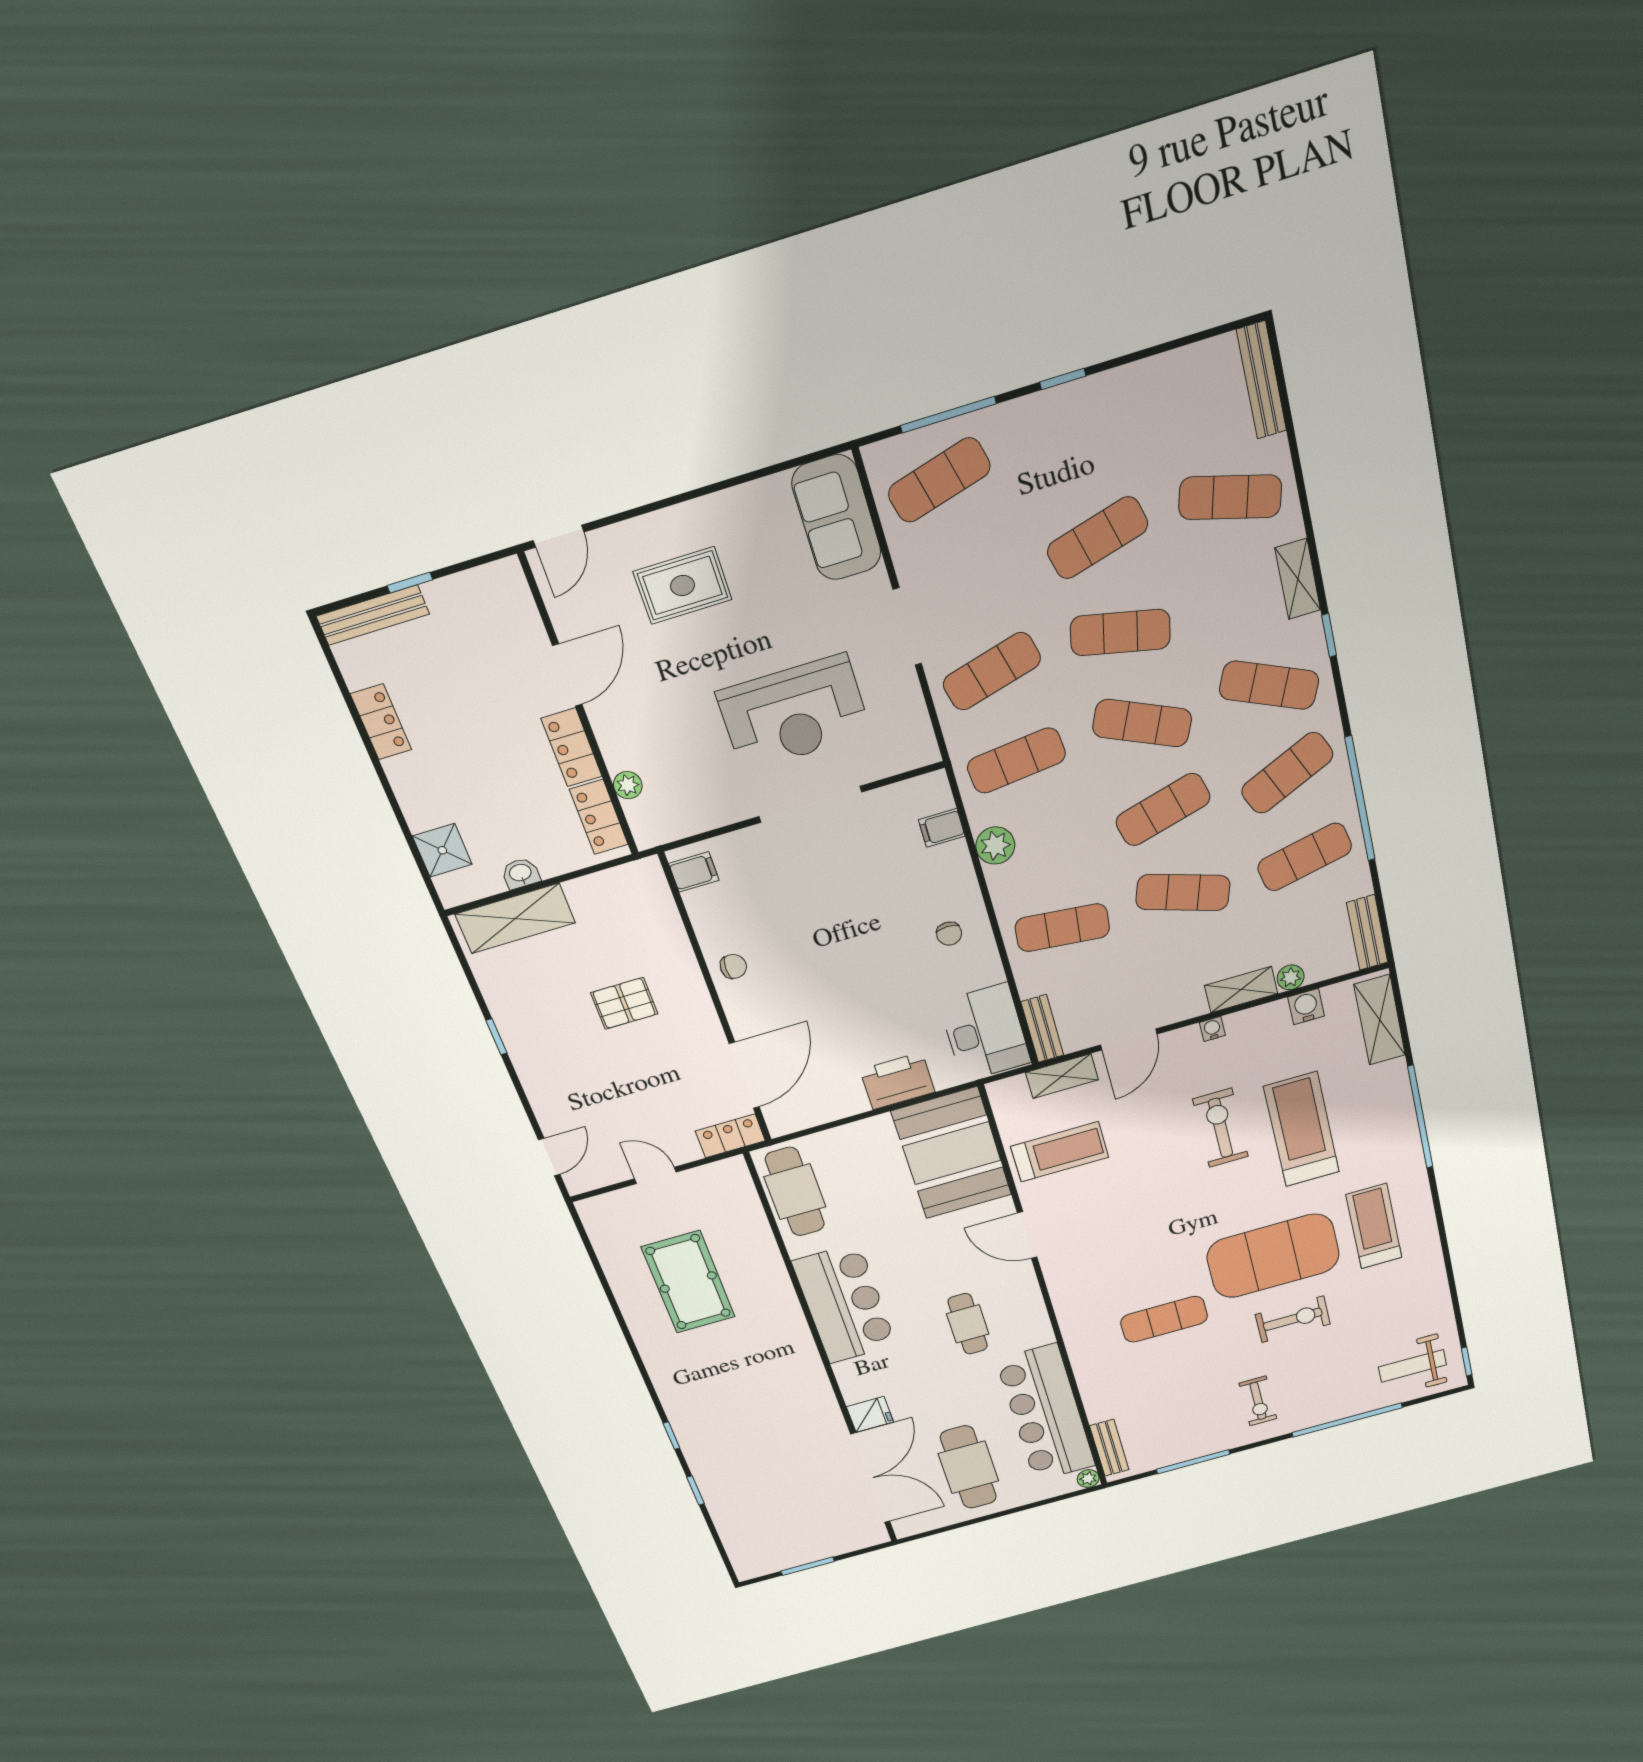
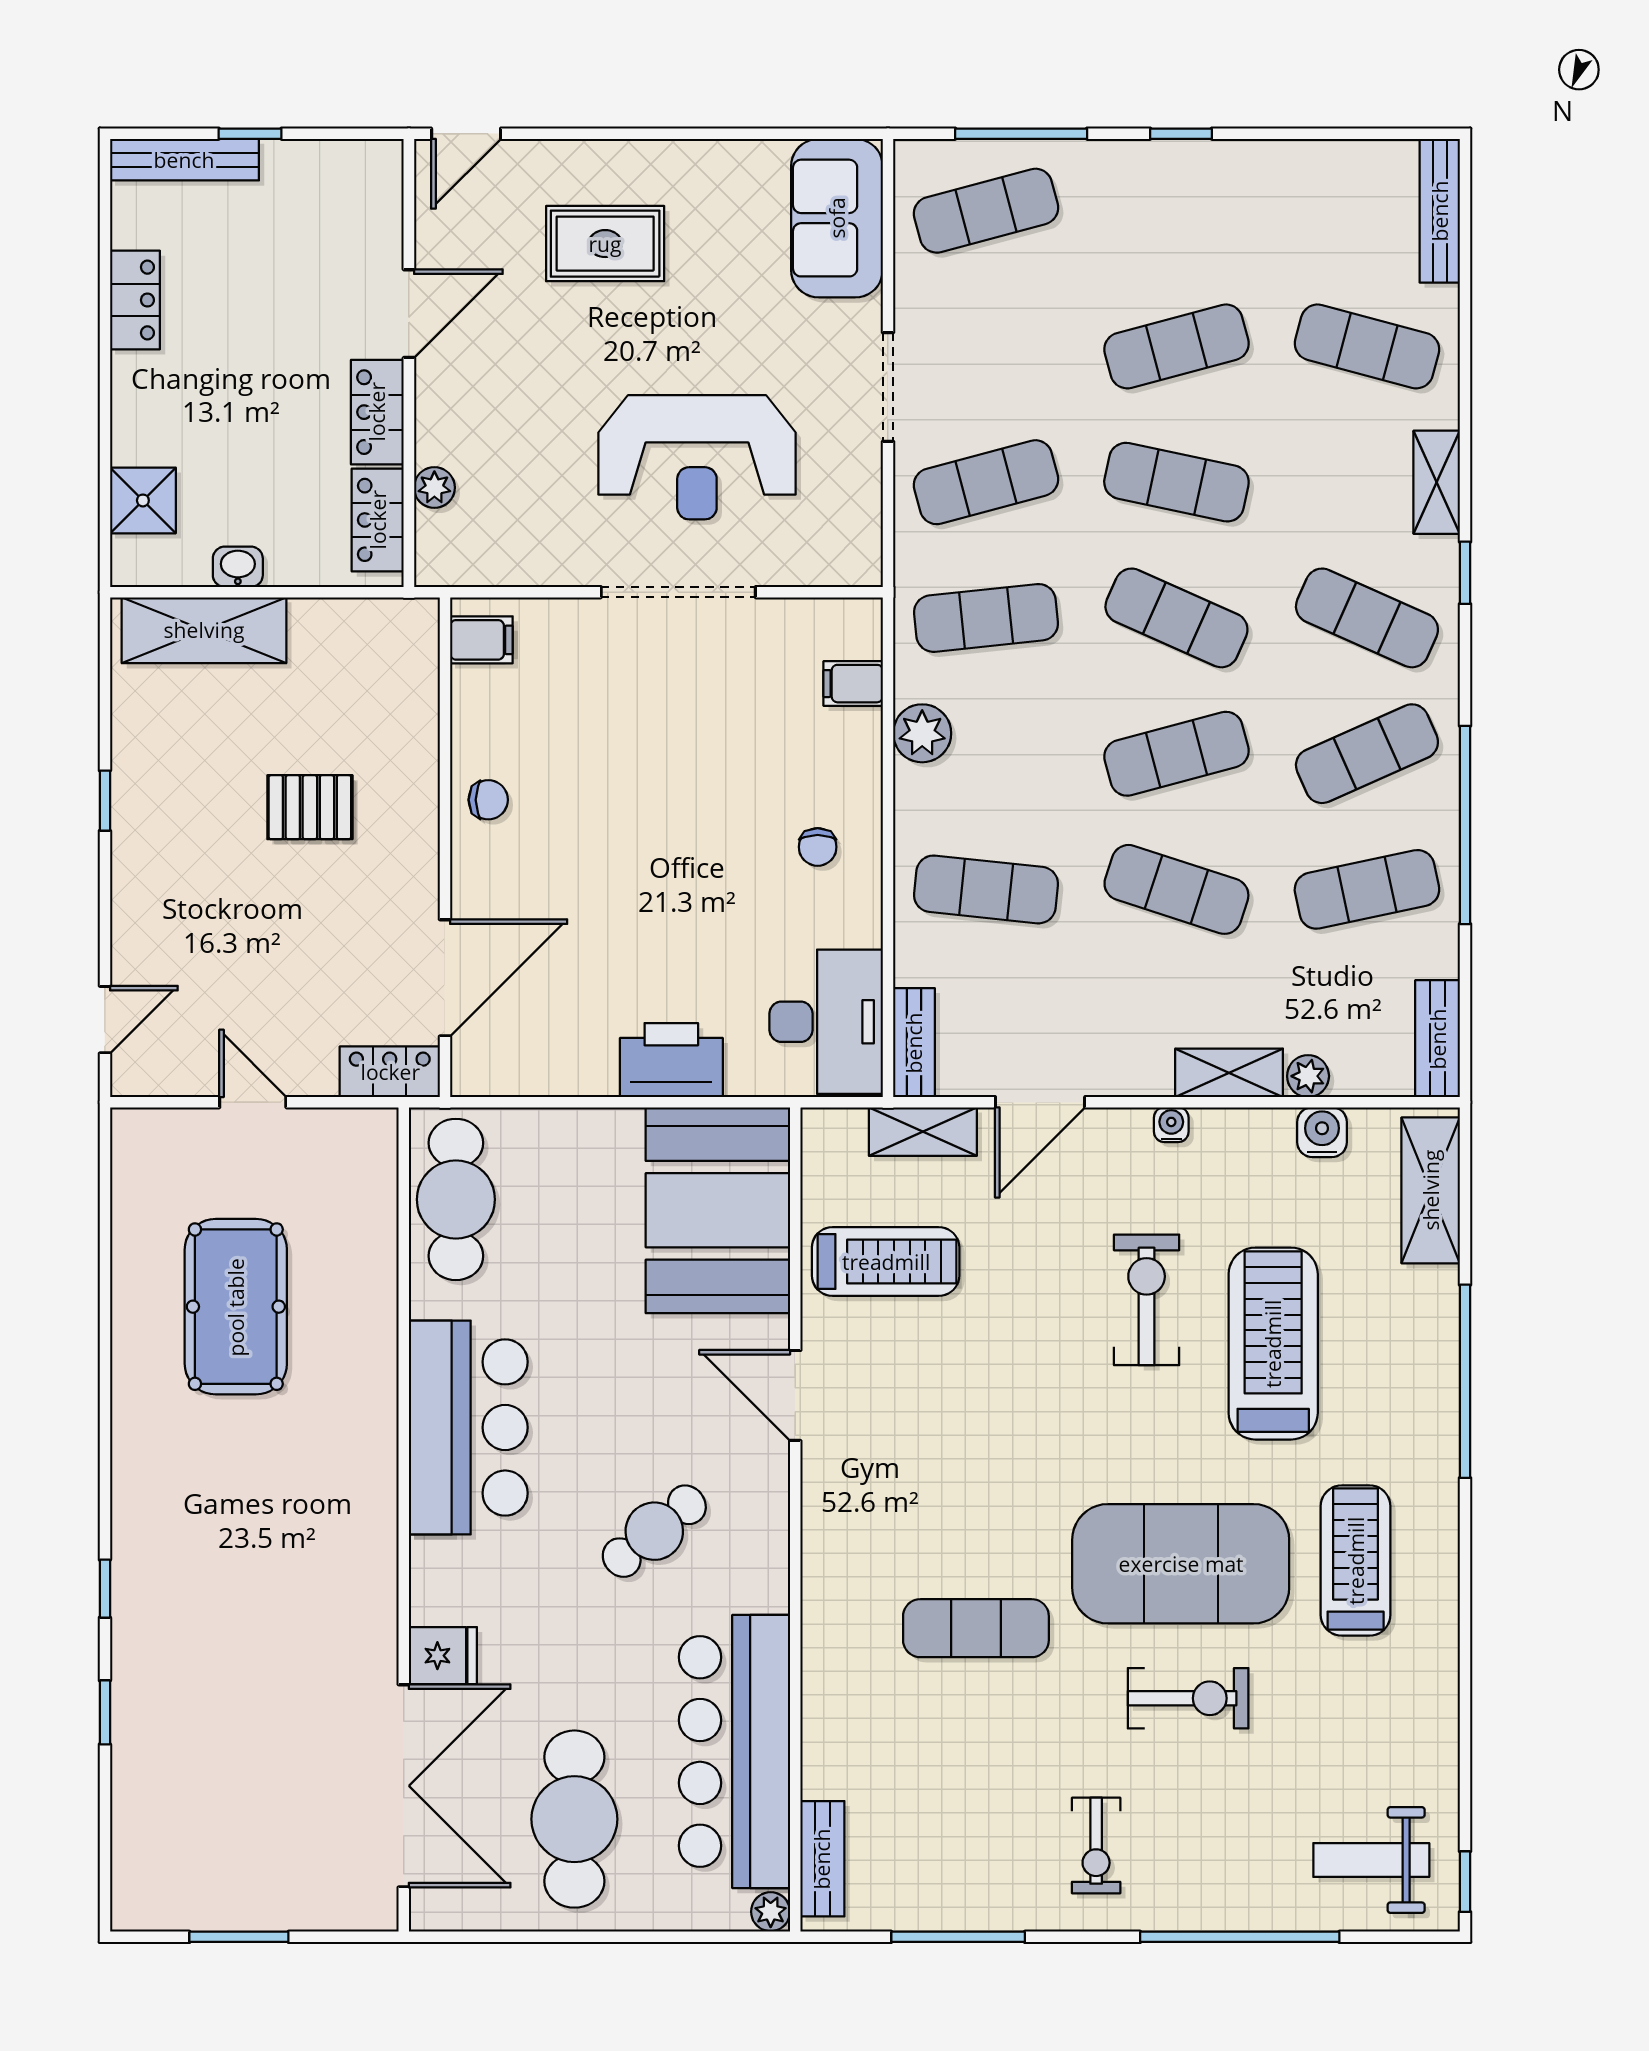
cafe table: (968, 1324) -> (654, 1531), turned 51

